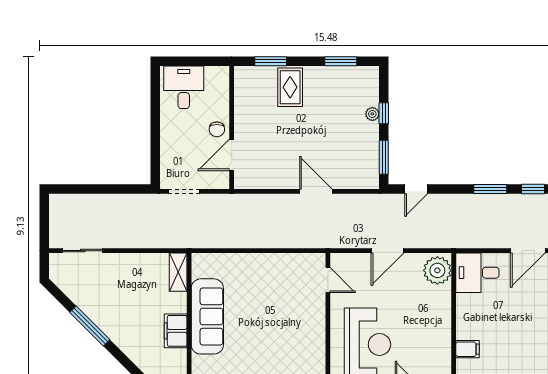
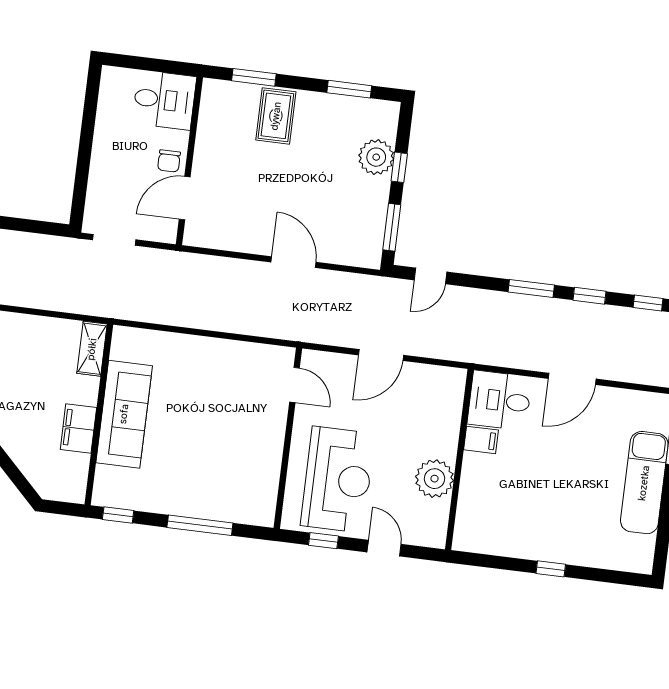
desk: (184, 87) -> (164, 100), moved, turned 90
plant: (372, 114) -> (376, 157), width x1.87, depth x1.87
plant: (437, 270) -> (434, 479), moved
filing cabinet: (467, 349) -> (481, 440), moved

